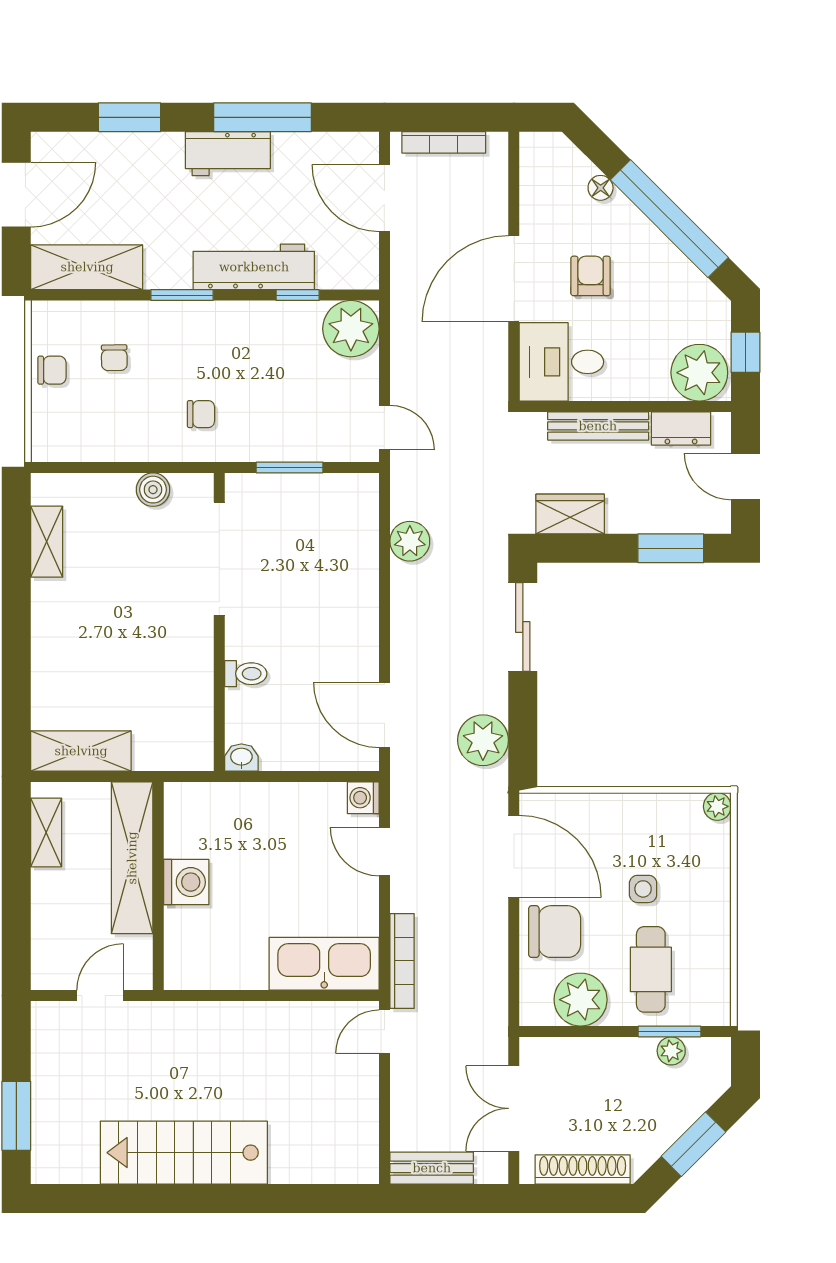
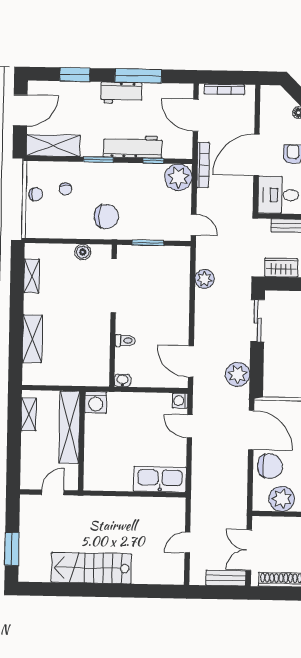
chair: (201, 414) -> (106, 217), width x1.87, depth x1.87
shelving: (81, 751) -> (32, 339), moved, turned 90
washing machine: (186, 882) -> (96, 402), moved, turned 90
bookcase: (402, 961) -> (203, 165), moved
door: (384, 1032) -> (187, 543), moved
bench: (432, 1168) -> (226, 578), moved

